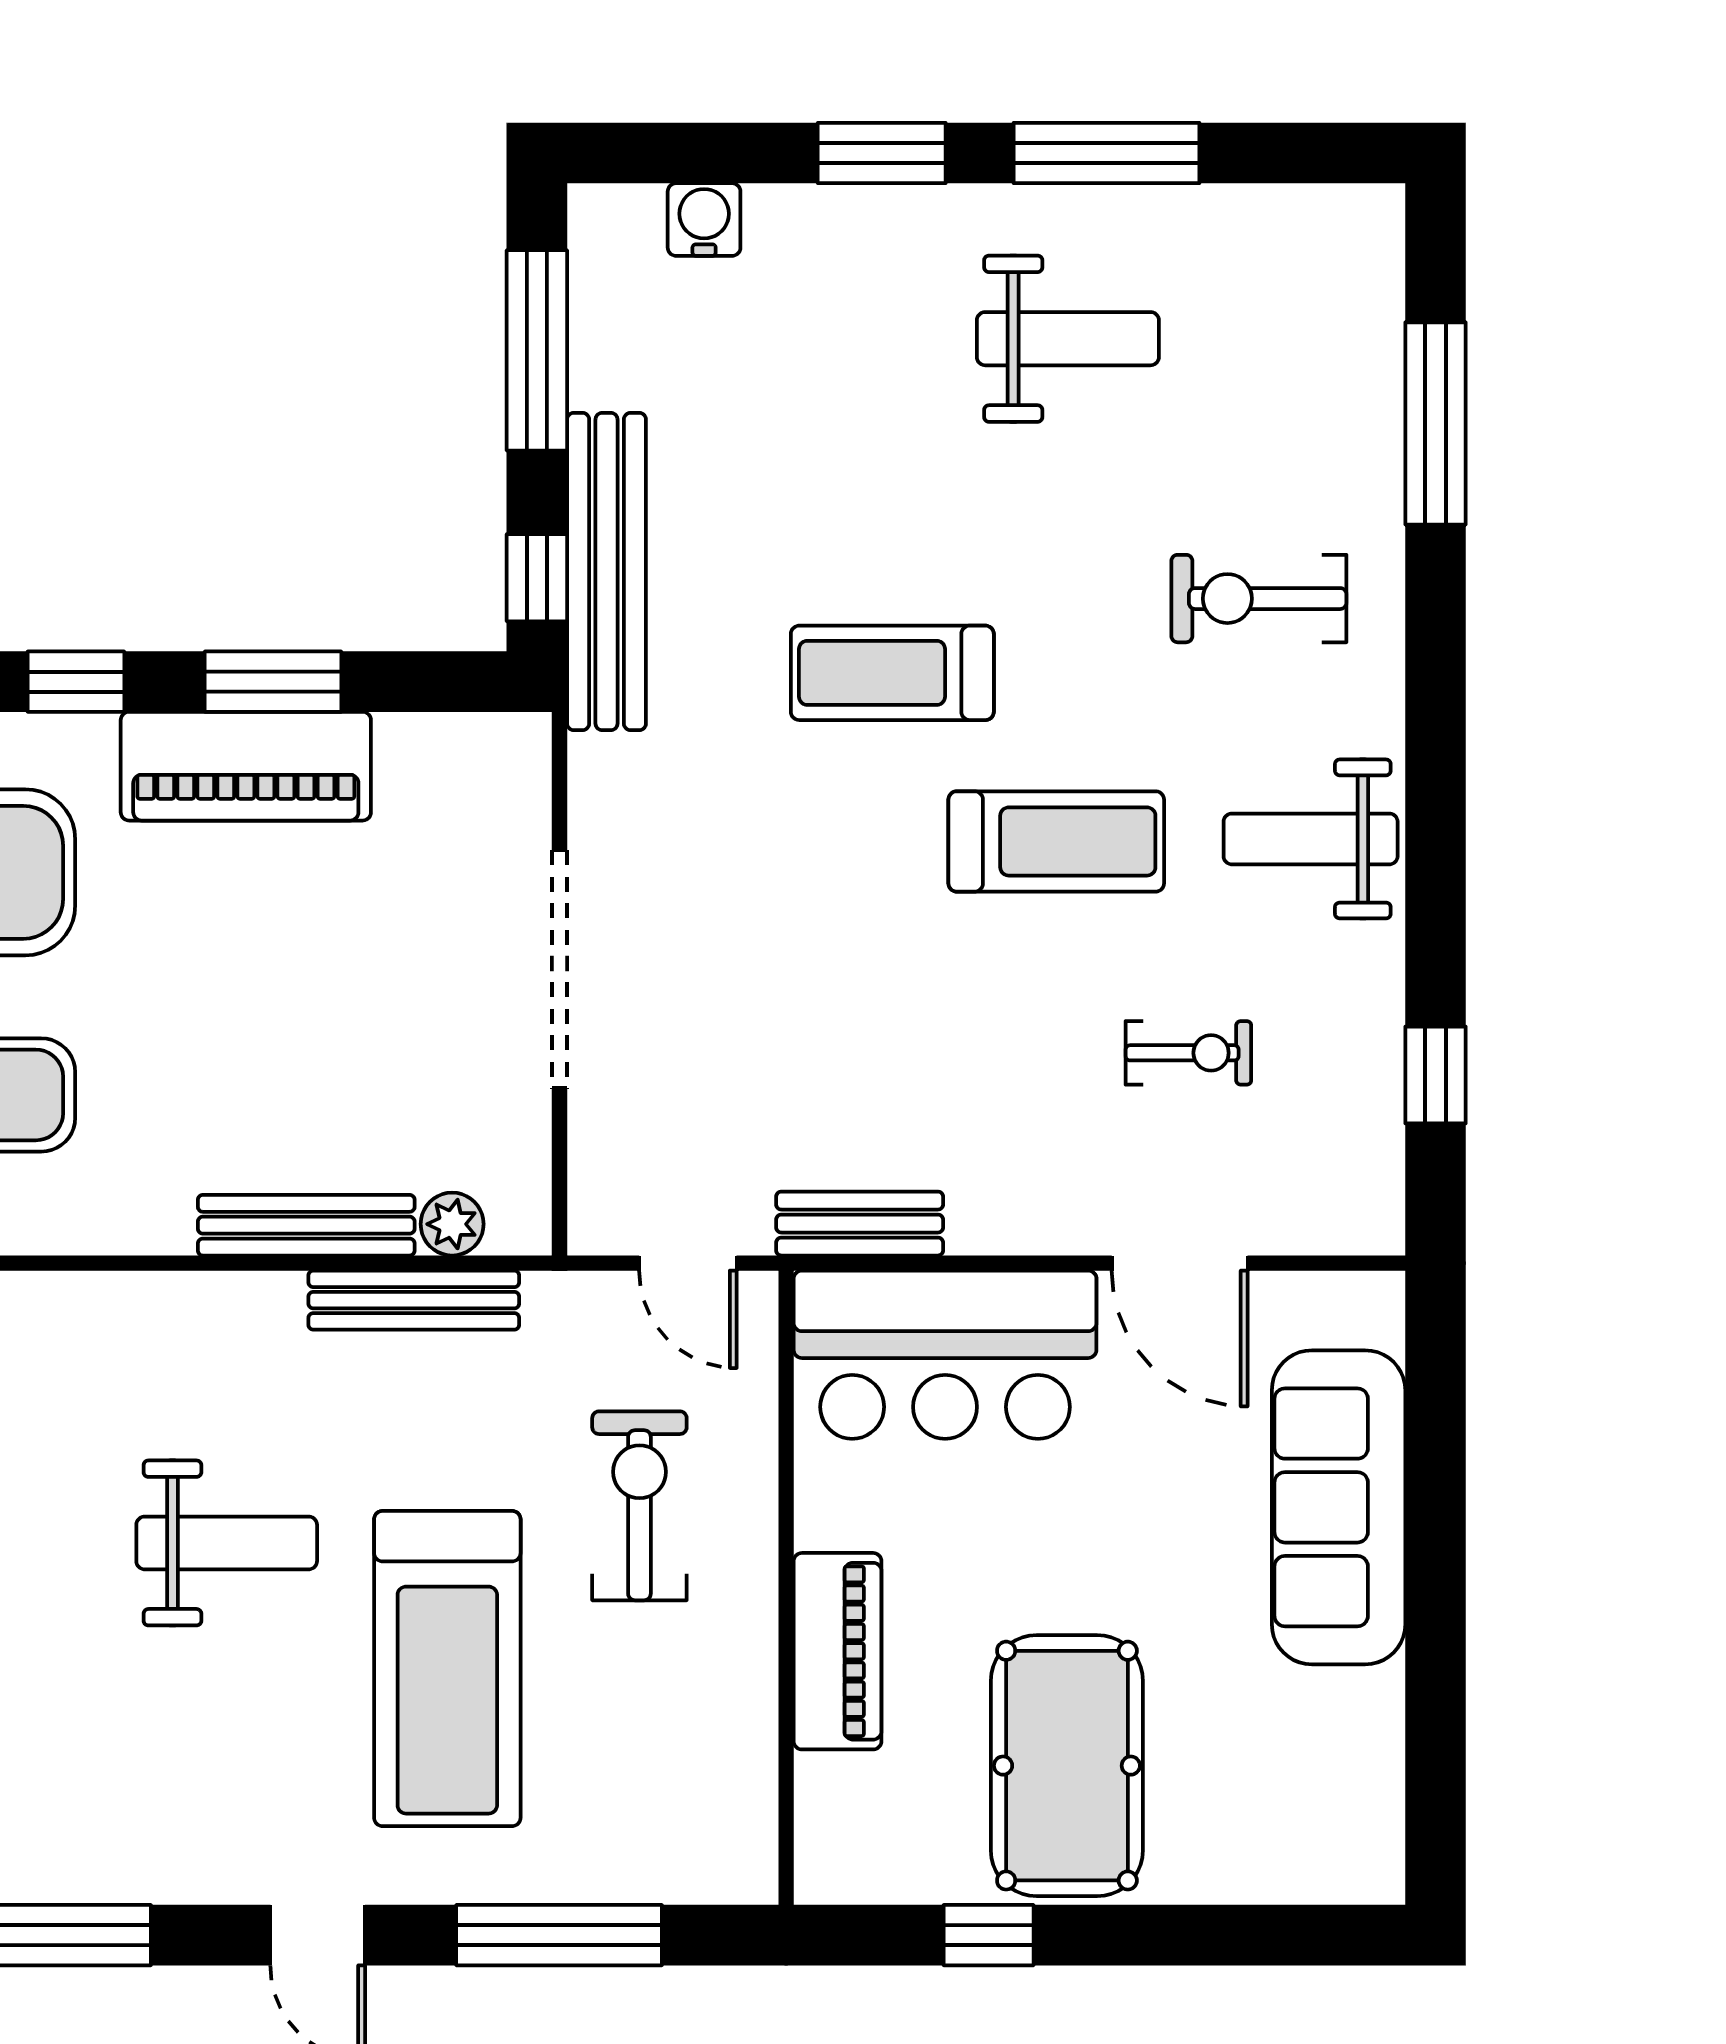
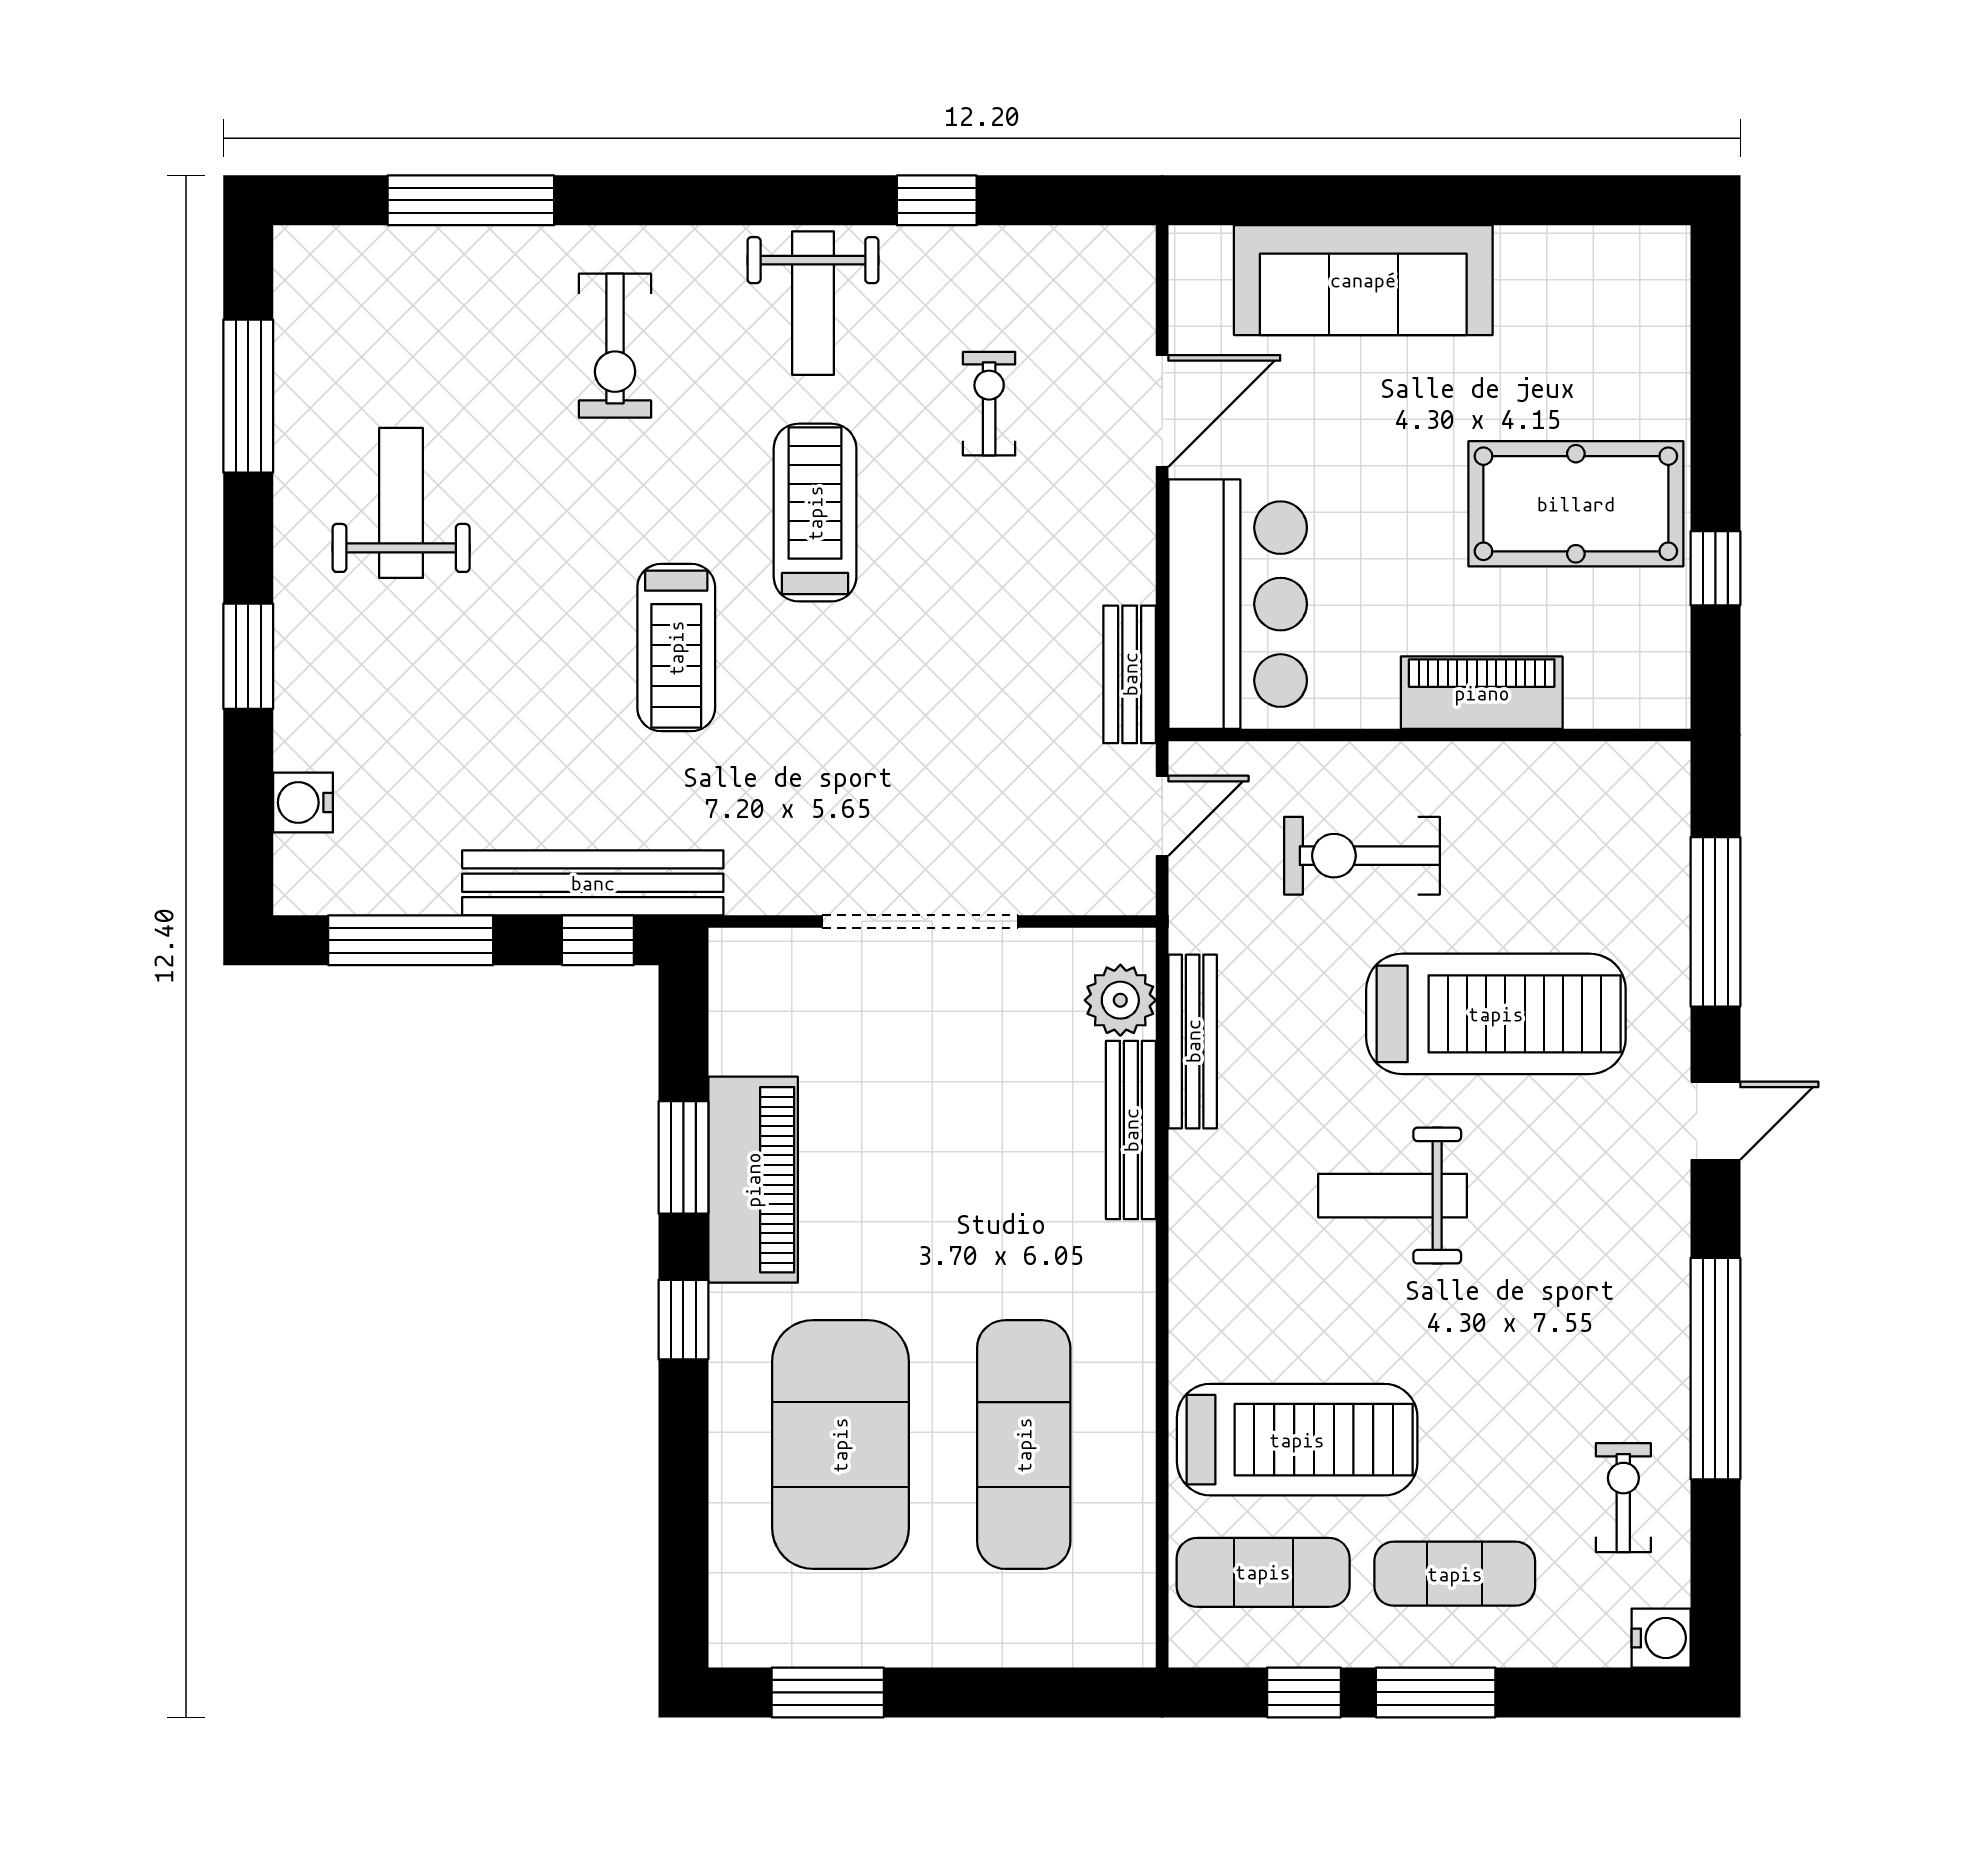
window: (1107, 153) -> (248, 396), moved
window: (1435, 1075) -> (937, 200), moved
plant: (452, 1224) -> (1120, 1000), width x1.38, depth x1.38
weight bench: (227, 1543) -> (1393, 1196), turned -90

